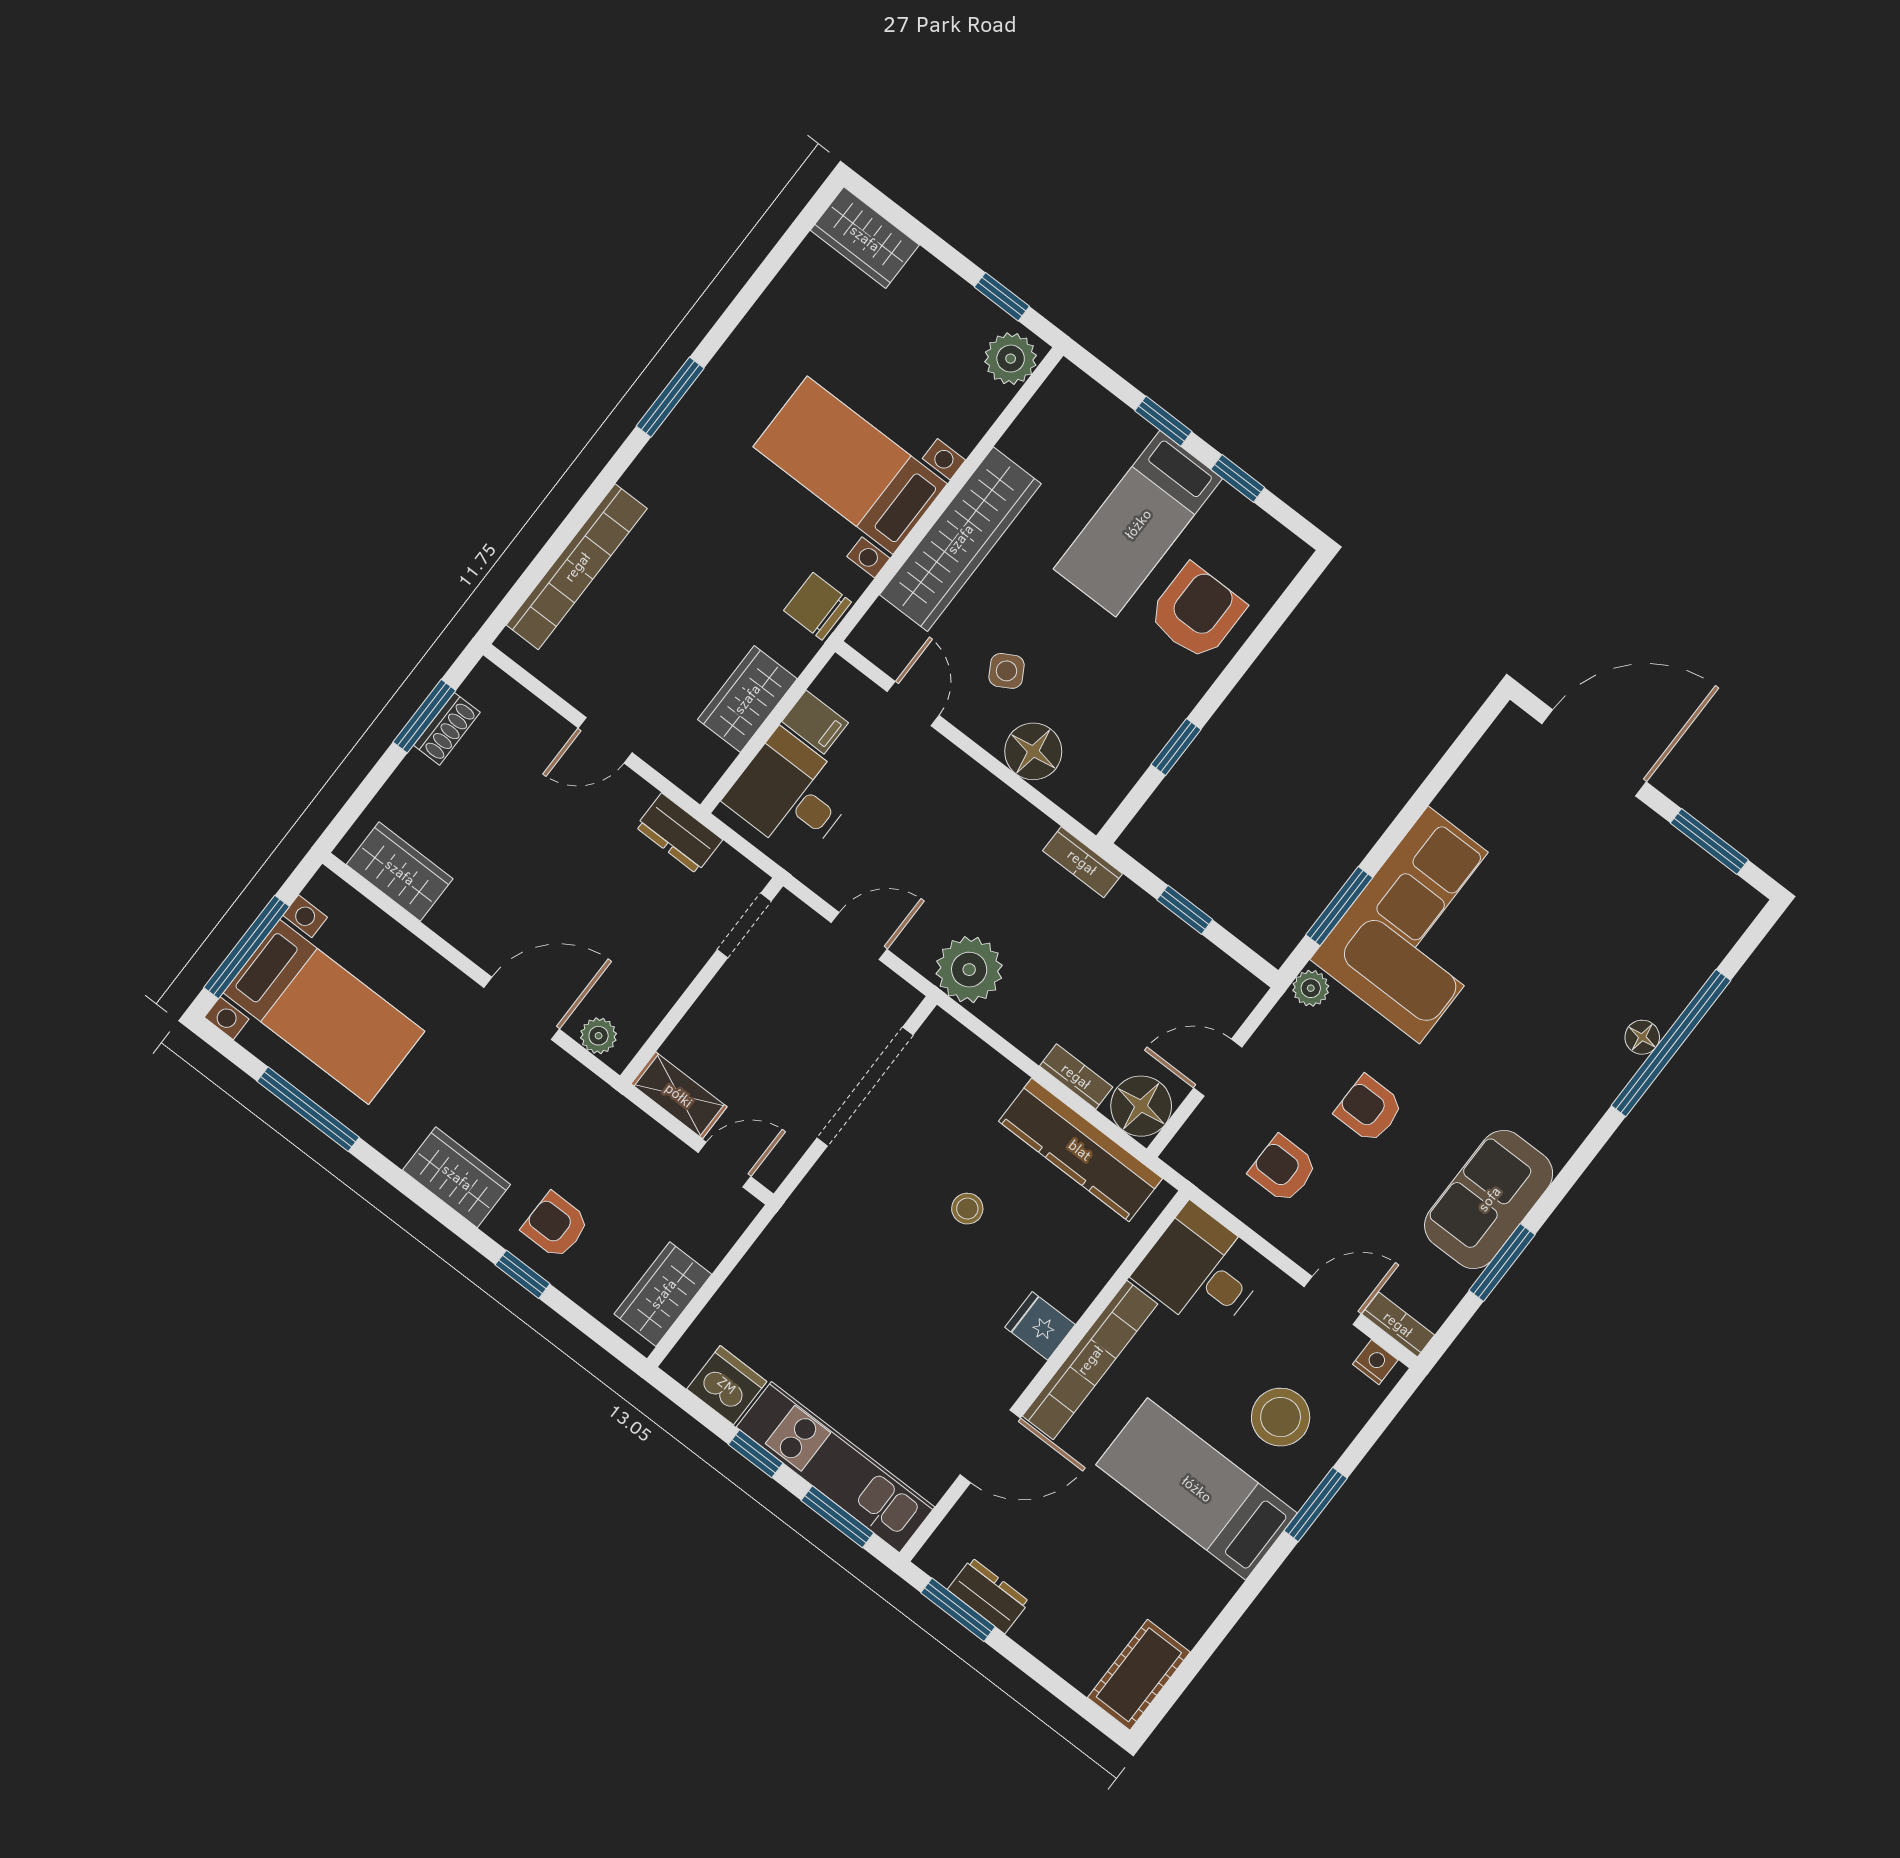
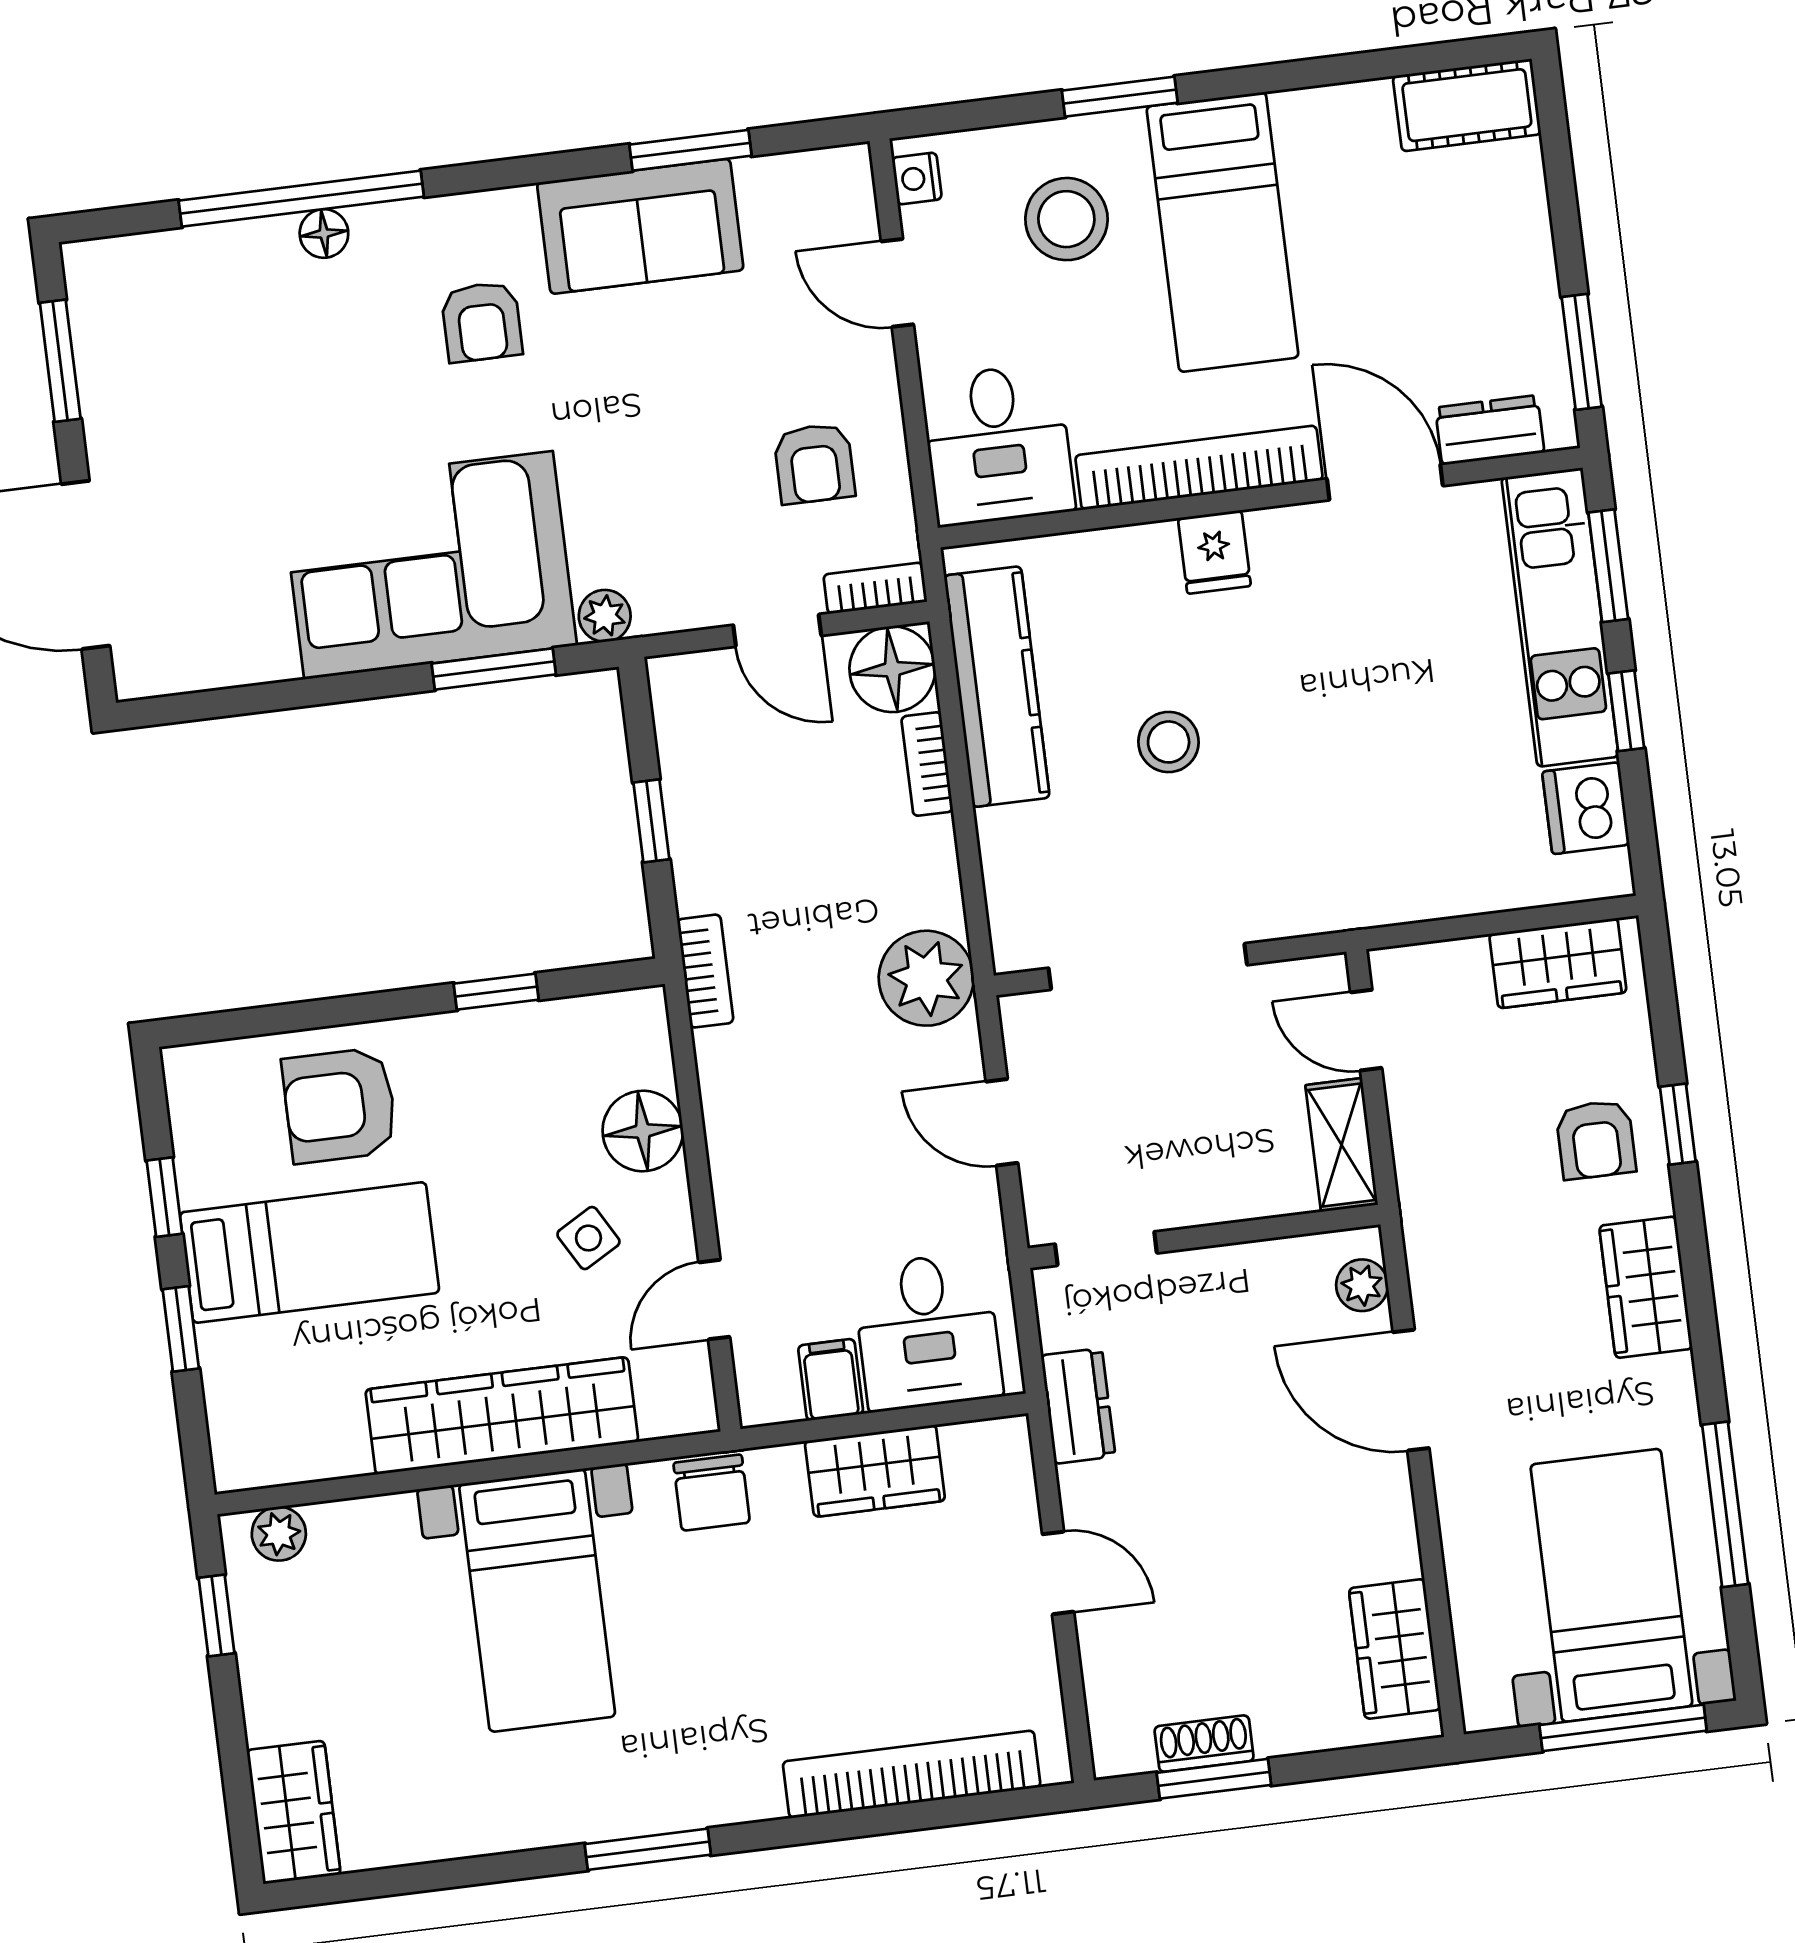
plant: (1011, 359) -> (279, 1534), width x0.73, depth x0.73
armchair: (1369, 1109) -> (482, 322), moved
stool: (967, 1209) -> (1169, 742), width x1.37, depth x1.37
bookcase: (1398, 1324) -> (875, 588), moved, turned 90
dresser: (988, 1596) -> (1490, 430), moved, turned 90

